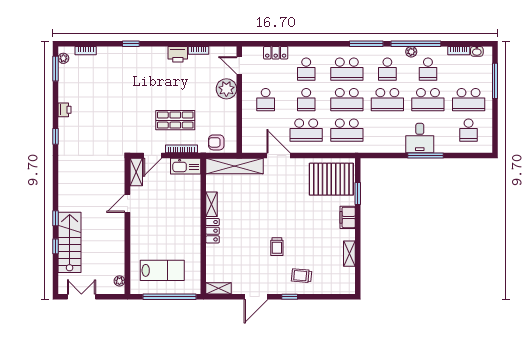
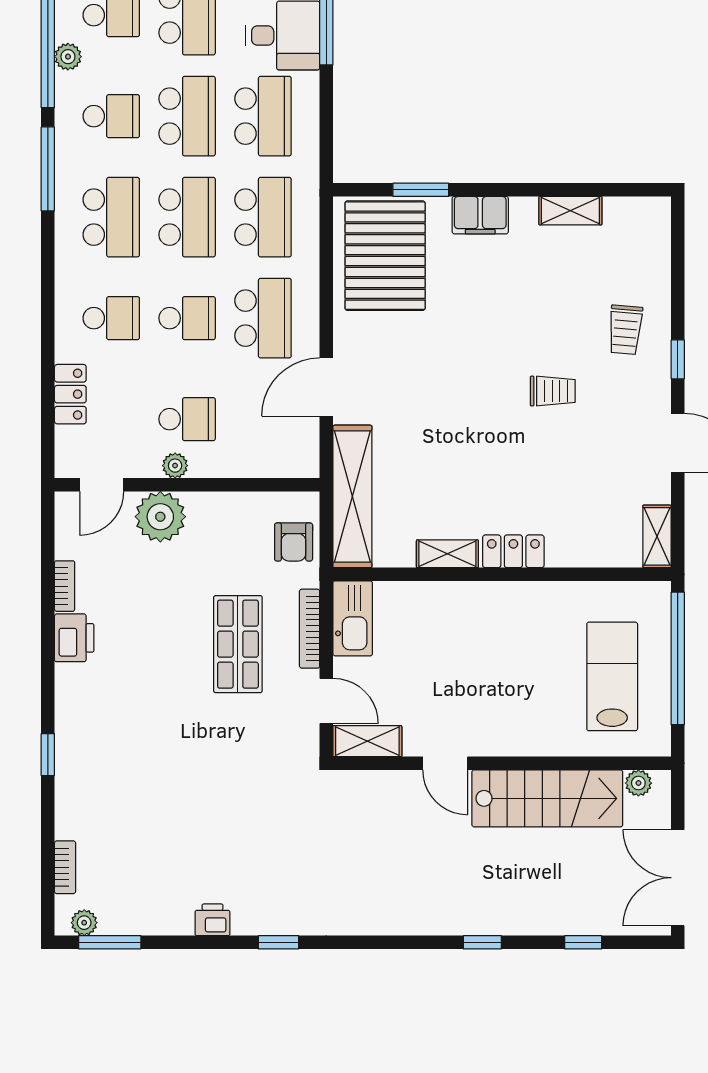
plant: (247, 95) -> (175, 466), added
school desk: (387, 130) -> (263, 116), added
stairs: (70, 242) -> (547, 798), moved, turned 180
window: (55, 246) -> (583, 942), moved
double door: (81, 297) -> (678, 878), width x1.37

